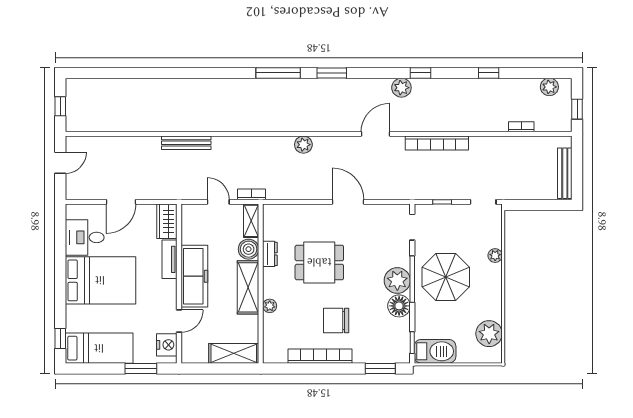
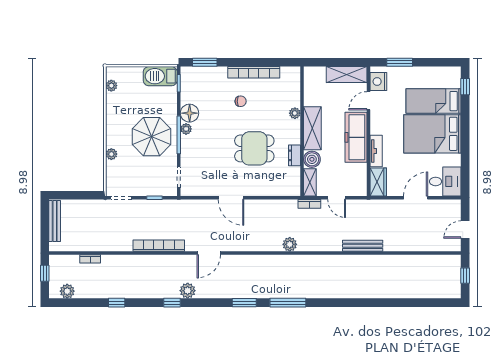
plant: (303, 145) -> (290, 244), moved
desk: (85, 237) -> (445, 181), moved
plant: (397, 280) -> (186, 129), width x0.53, depth x0.53
chair: (336, 320) -> (241, 101), width x0.54, depth x0.54
plant: (489, 334) -> (111, 86), width x0.53, depth x0.53
bed: (99, 348) -> (434, 101), moved
shelving: (234, 353) -> (347, 75), moved

